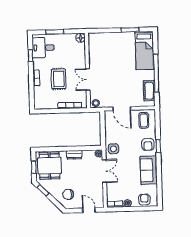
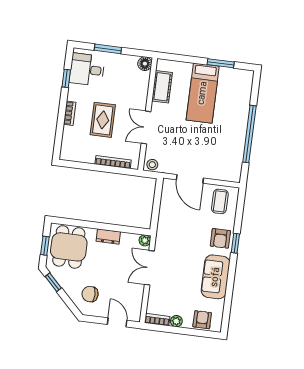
bed: (144, 50) -> (203, 93), moved
cot: (149, 91) -> (162, 87), moved
side table: (113, 149) -> (168, 237), removed
double door: (104, 171) -> (149, 268), swing flipped

